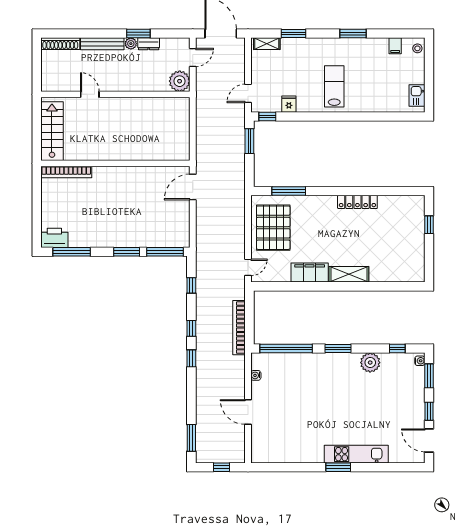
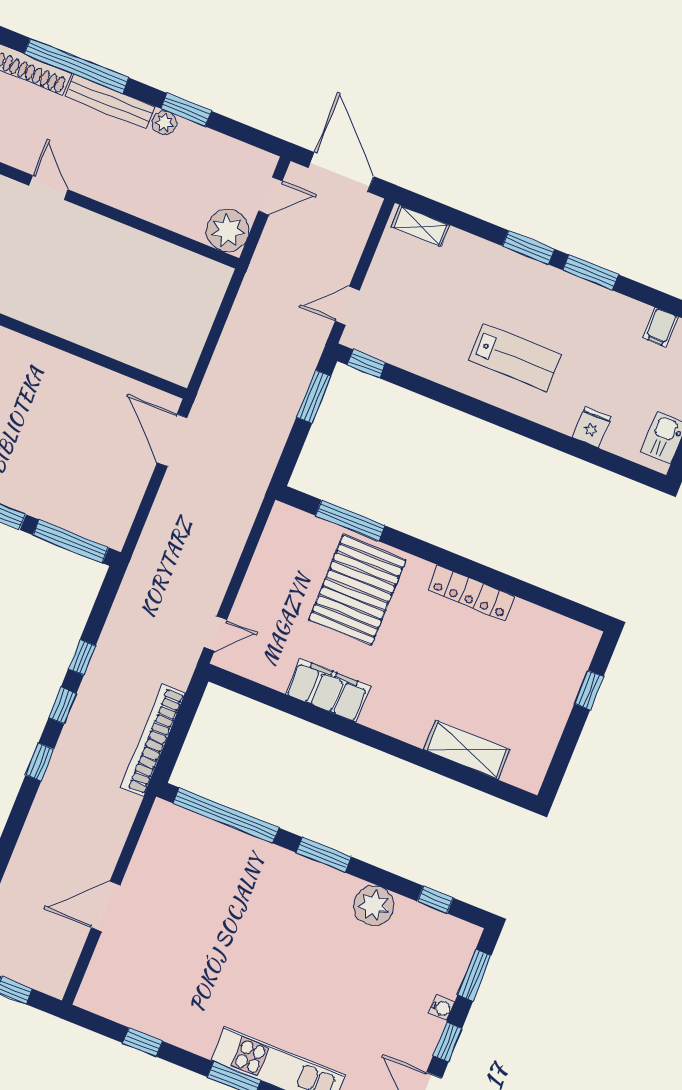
window: (80, 34) -> (76, 66), added
window: (293, 34) -> (528, 247), moved
dresser: (149, 44) -> (198, 137), removed
lab bench: (334, 86) -> (515, 358), turned 90
fridge: (289, 104) -> (592, 427), moved
door: (193, 187) -> (172, 440), hinge flipped
pallet: (273, 228) -> (357, 590), moved
shelving: (349, 274) -> (467, 750), moved
window: (191, 285) -> (82, 657), moved
water cooler: (420, 361) -> (441, 1008), moved
water cooler: (256, 375) -> (148, 843), removed
door: (248, 412) -> (106, 906), hinge flipped
window: (290, 467) -> (143, 1042), added

